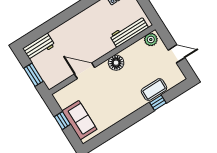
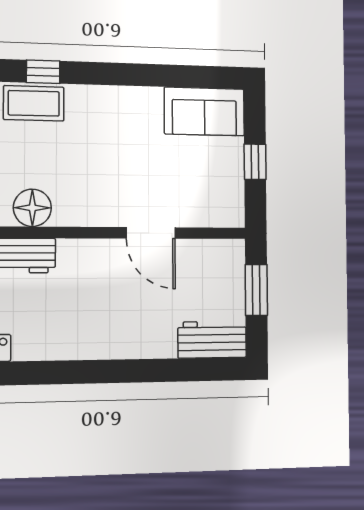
floor lamp: (116, 63) -> (32, 208), moved
sofa: (79, 120) -> (204, 111), moved, turned -90

